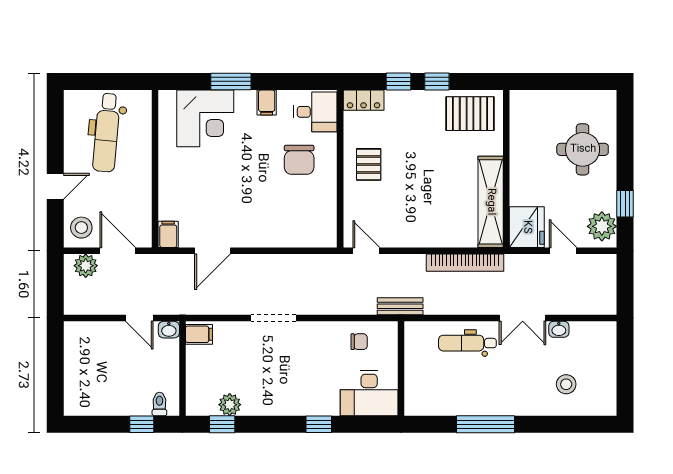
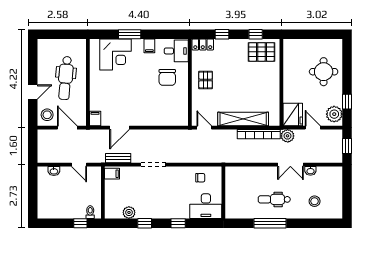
window: (437, 81) -> (256, 34), moved
dental chair: (106, 133) -> (66, 78), moved
shelving: (491, 202) -> (243, 119), moved, turned 90
plant: (86, 266) -> (288, 136), moved
window: (625, 284) -> (347, 146), added
bench: (400, 306) -> (118, 158), moved
washbasin: (169, 330) -> (54, 171), moved
dental chair: (467, 343) -> (274, 199), moved
window: (222, 424) -> (145, 223), moved

